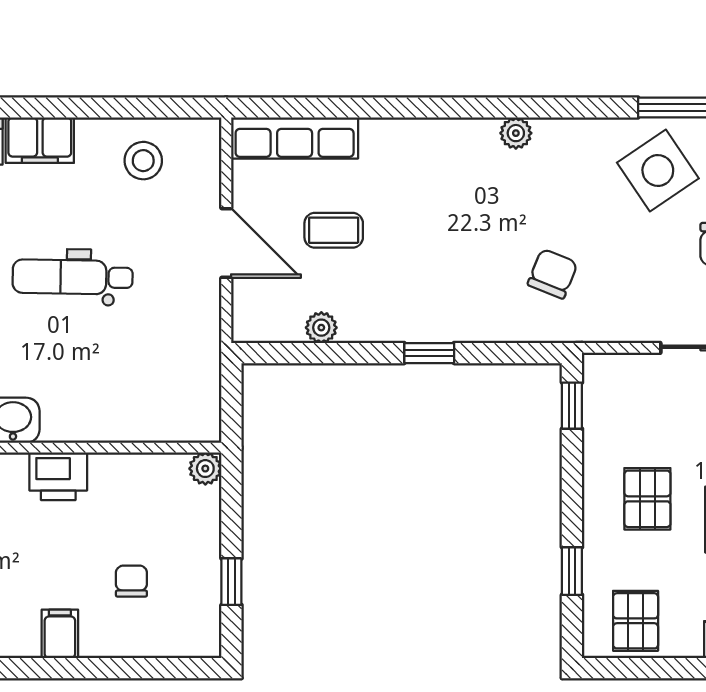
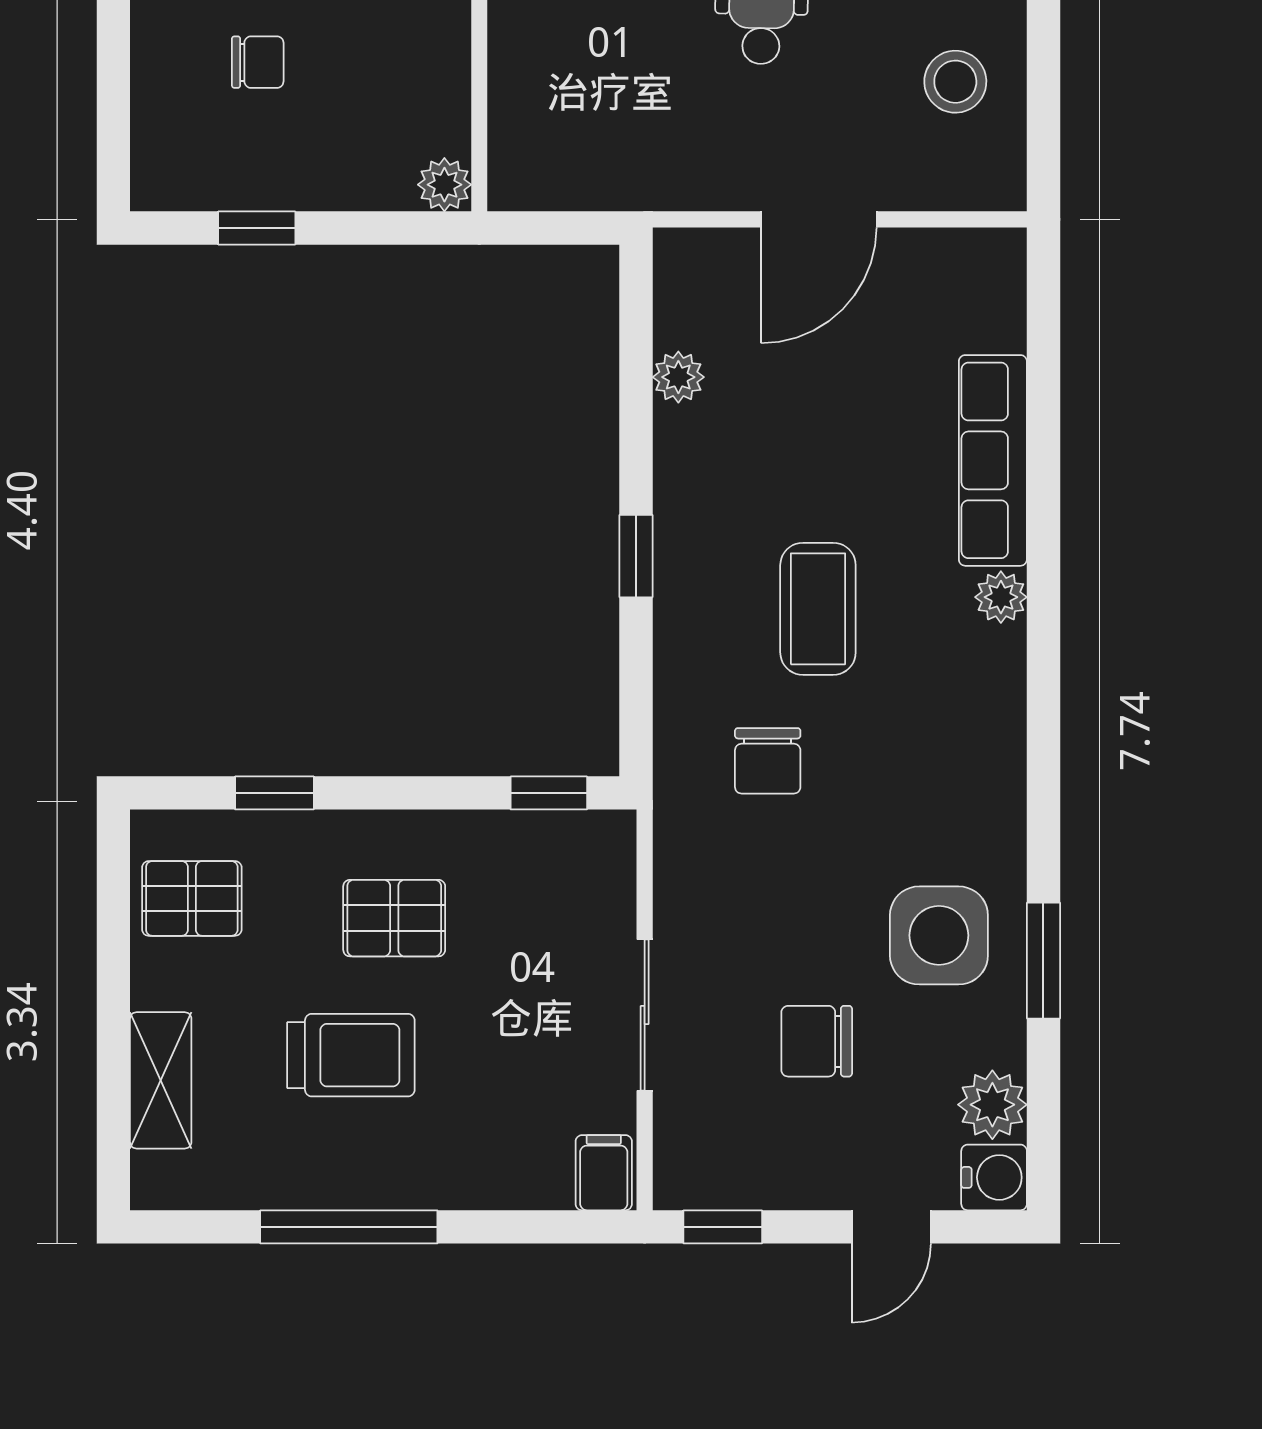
plant: (516, 133) -> (1001, 597), moved
row of seats: (295, 138) -> (993, 460), moved
side table: (658, 171) -> (939, 935), turned 34
coffee table: (334, 230) -> (818, 609), moved, width x1.36, depth x1.30
chair: (553, 274) -> (768, 761), turned 68

